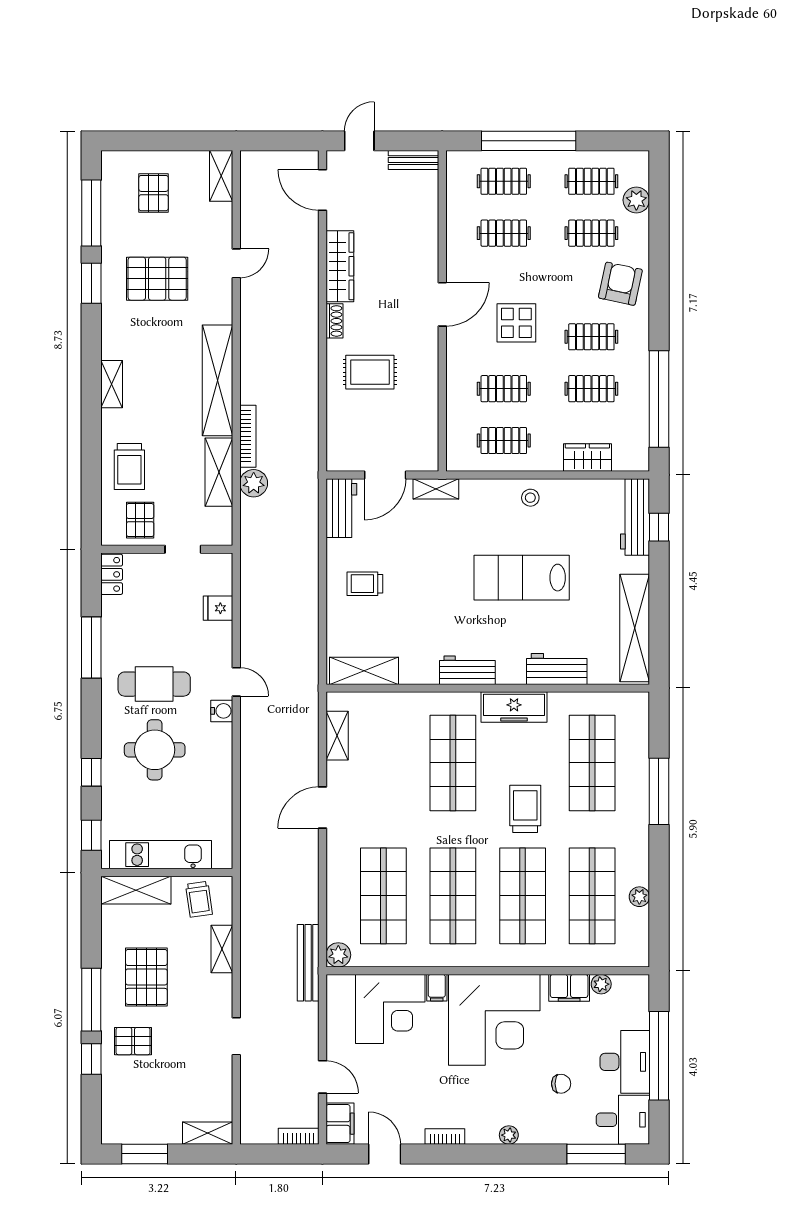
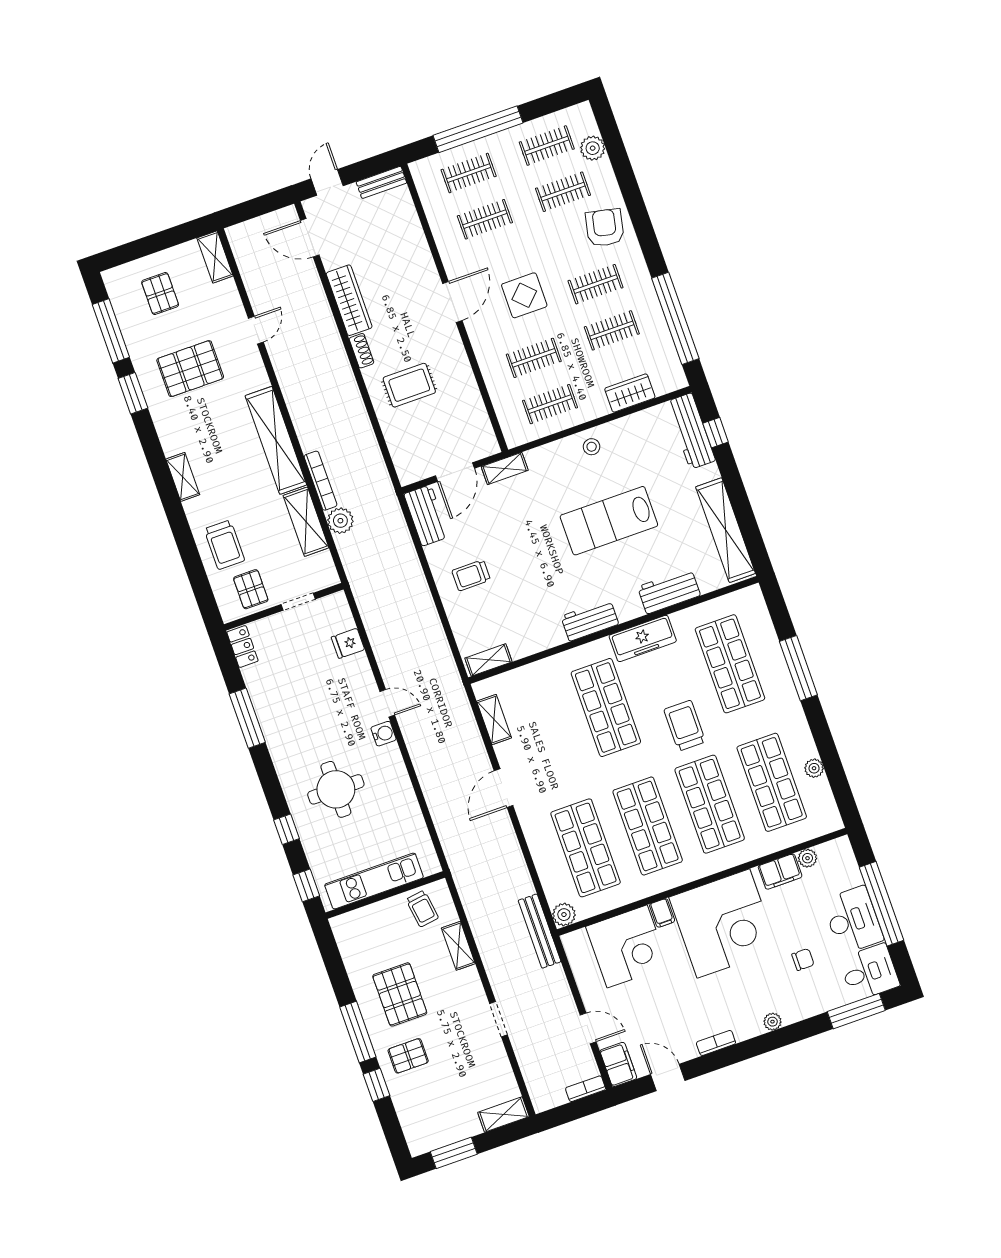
shelving: (364, 671) -> (488, 660), width x0.67, depth x0.75
cafe table: (154, 684) -> (315, 731), removed
shelving: (136, 890) -> (363, 920), removed

